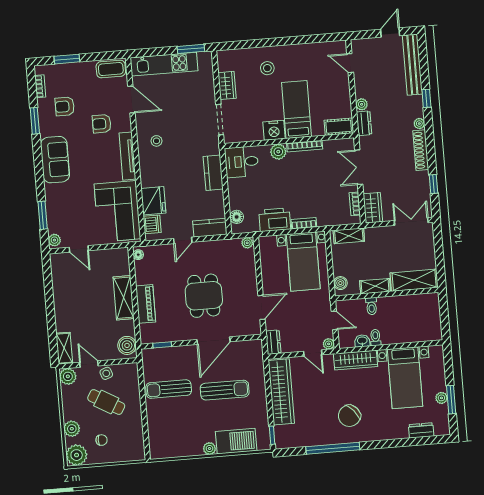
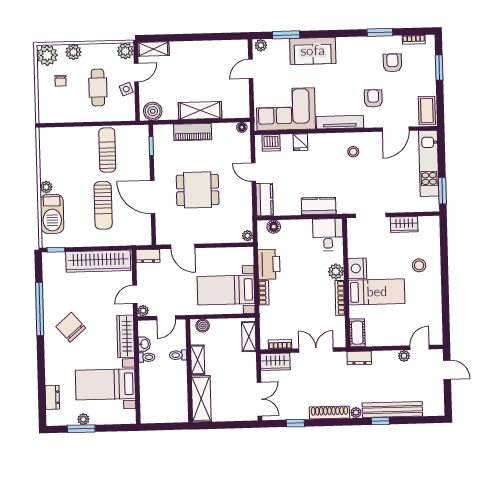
door: (390, 32) -> (447, 370), moved
bench: (412, 65) -> (392, 410), moved
plant: (362, 104) -> (404, 356), moved
sofa: (55, 160) -> (313, 51), moved
fridge: (153, 201) -> (300, 142), width x0.53, depth x0.75
cafe table: (106, 402) -> (98, 88), turned -30

